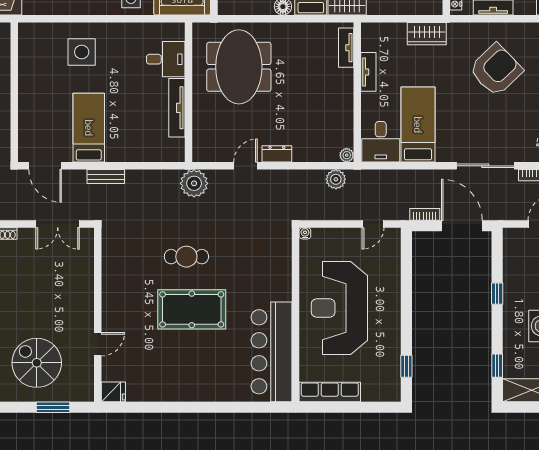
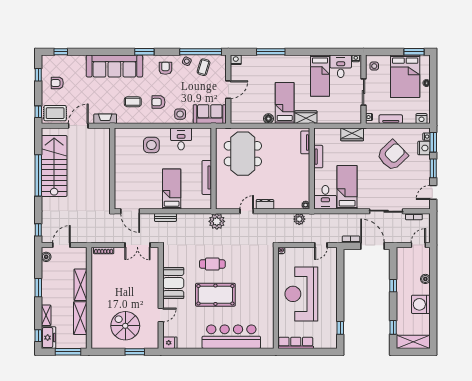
desk: (166, 59) -> (181, 139), moved, turned -90
bed: (89, 128) -> (172, 189), moved
booth: (119, 289) -> (173, 283), added
bar counter: (272, 352) -> (231, 337), moved, turned 90

